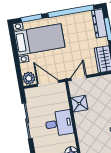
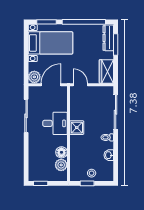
door: (79, 78) -> (80, 85), hinge flipped
door: (48, 83) -> (51, 85), hinge flipped
shower: (79, 104) -> (77, 128), moved

